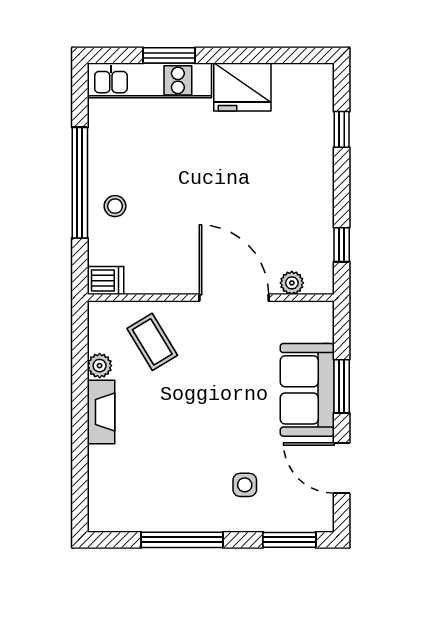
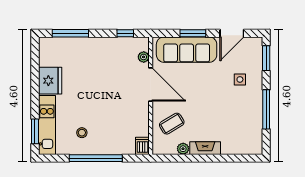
window: (169, 55) -> (35, 131), moved
window: (342, 129) -> (70, 33), width x2.17
stool: (115, 206) -> (82, 133), moved
door: (234, 298) -> (151, 85), swing flipped
sofa: (307, 390) -> (187, 50), width x1.36

